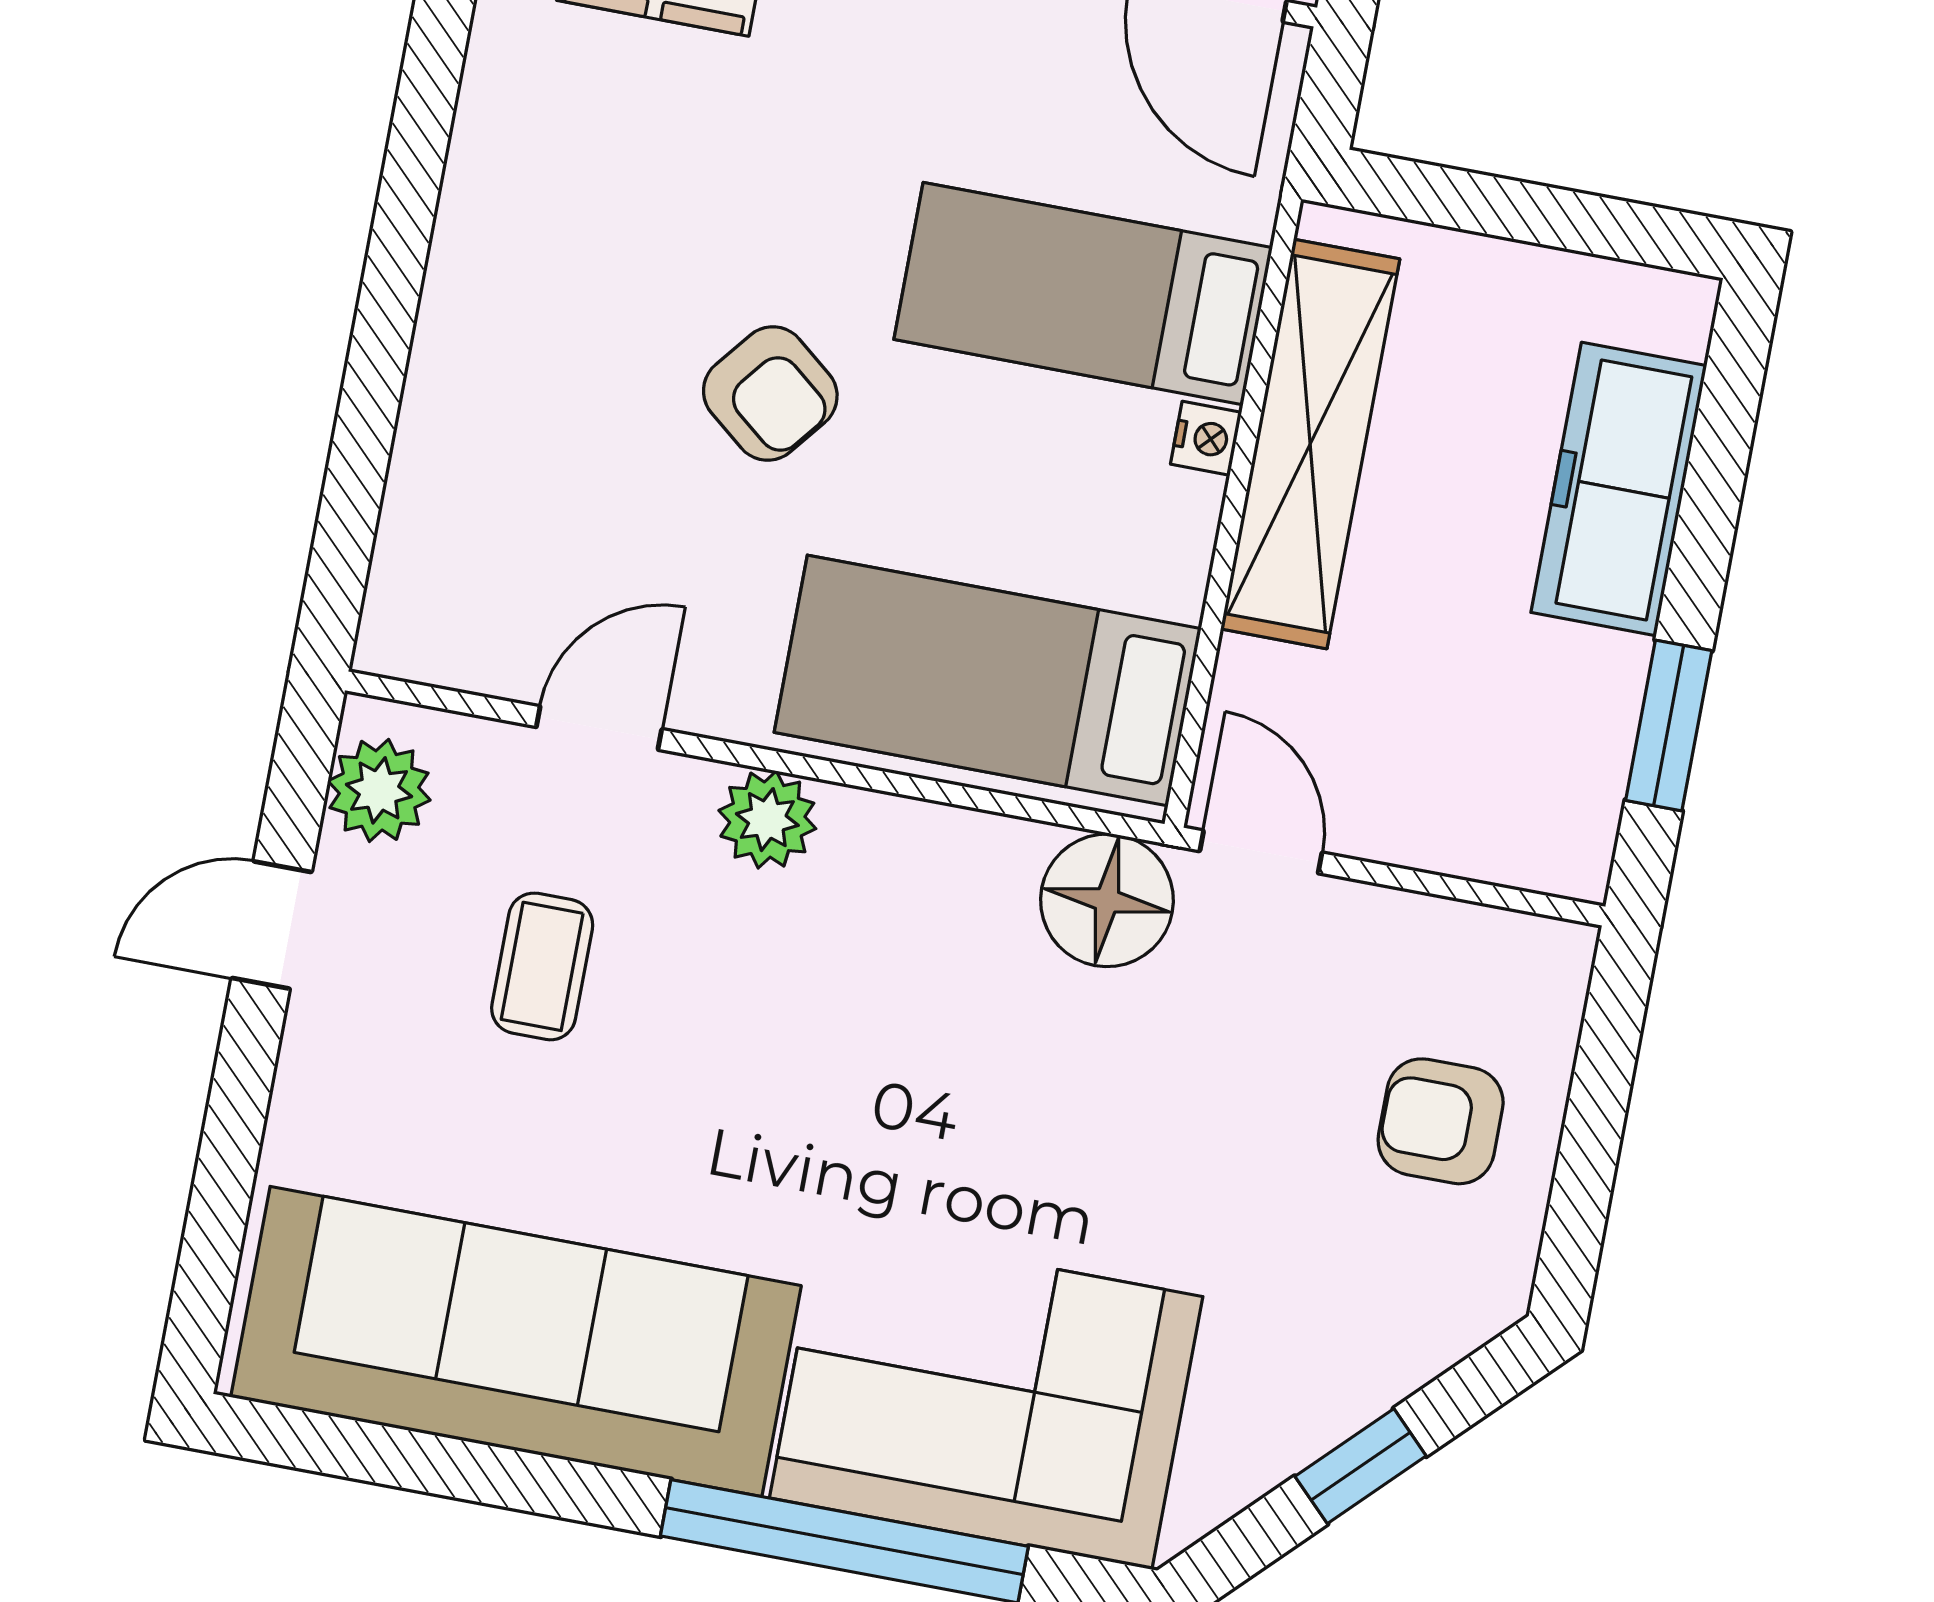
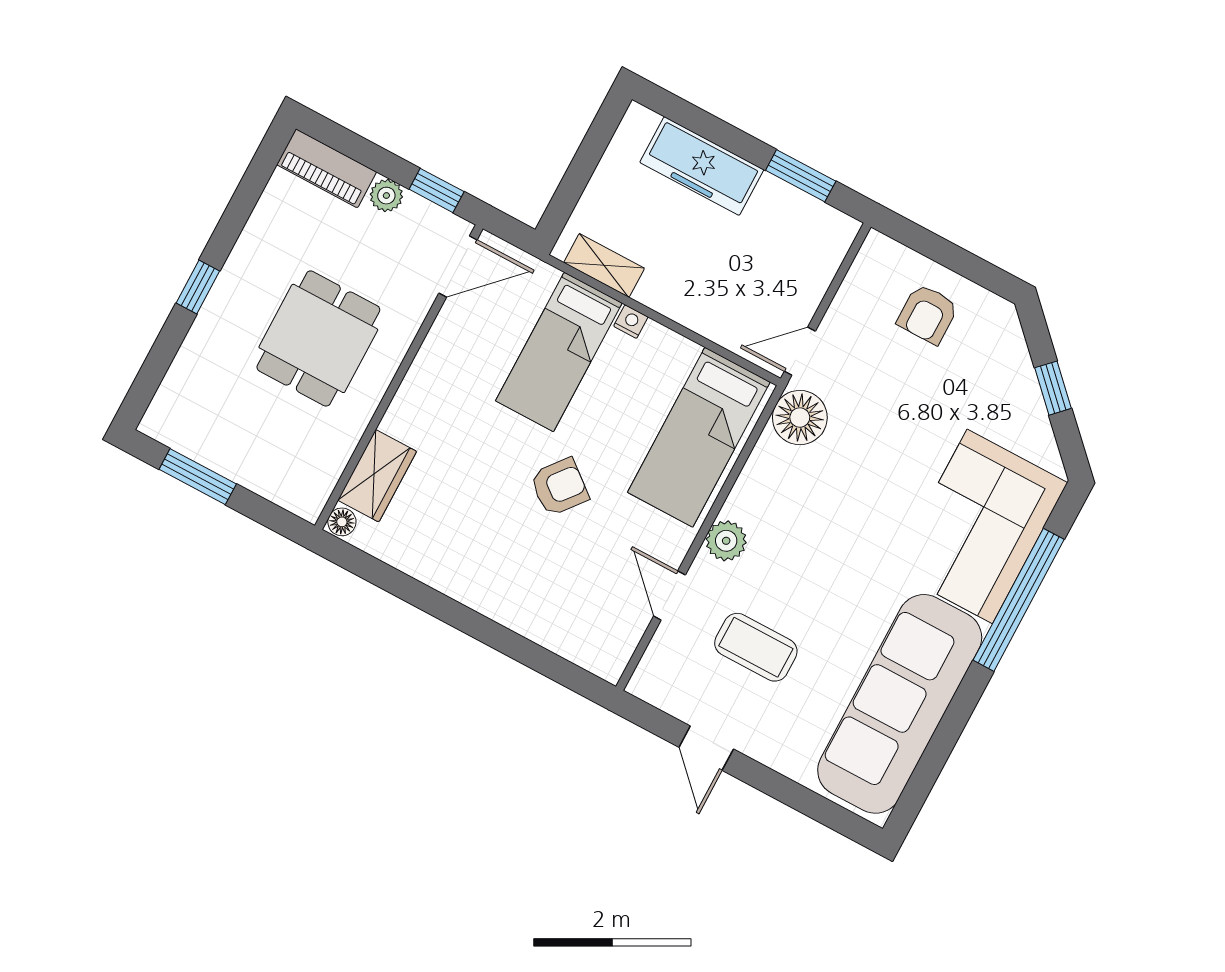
shelving: (1310, 444) -> (604, 265), width x0.45, depth x0.75
plant: (379, 790) -> (667, 689), removed
coffee table: (542, 966) -> (756, 647), width x1.36, depth x1.30

